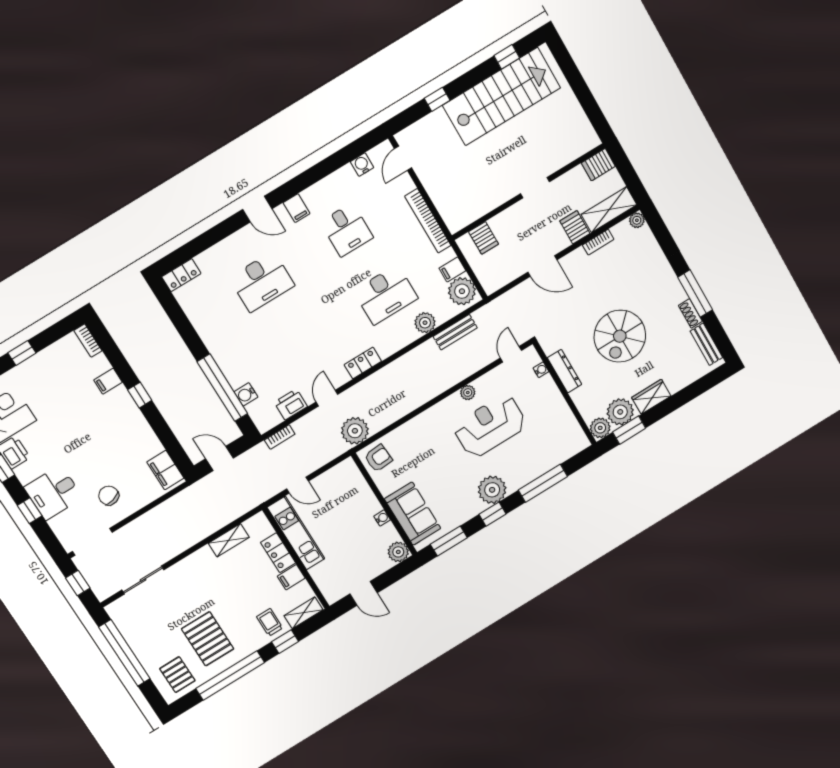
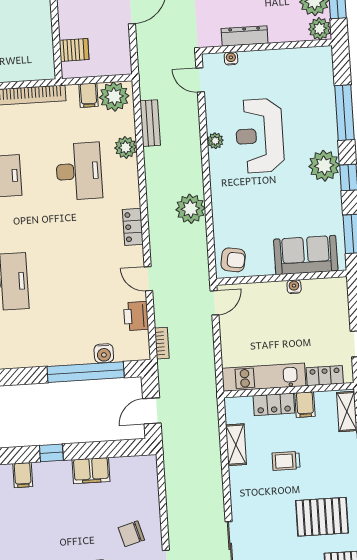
plant: (355, 431) -> (190, 209), moved
armchair: (378, 458) -> (233, 260), turned 104
filing cabinet: (165, 470) -> (91, 471), moved
door: (298, 485) -> (215, 303), moved
plant: (398, 552) -> (336, 289), removed
locker: (323, 580) -> (325, 376), added
trolley: (270, 622) -> (286, 461), moved

